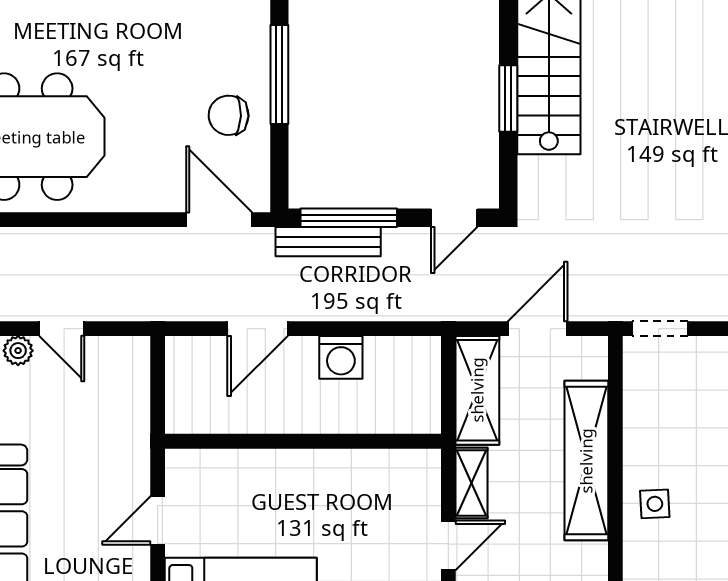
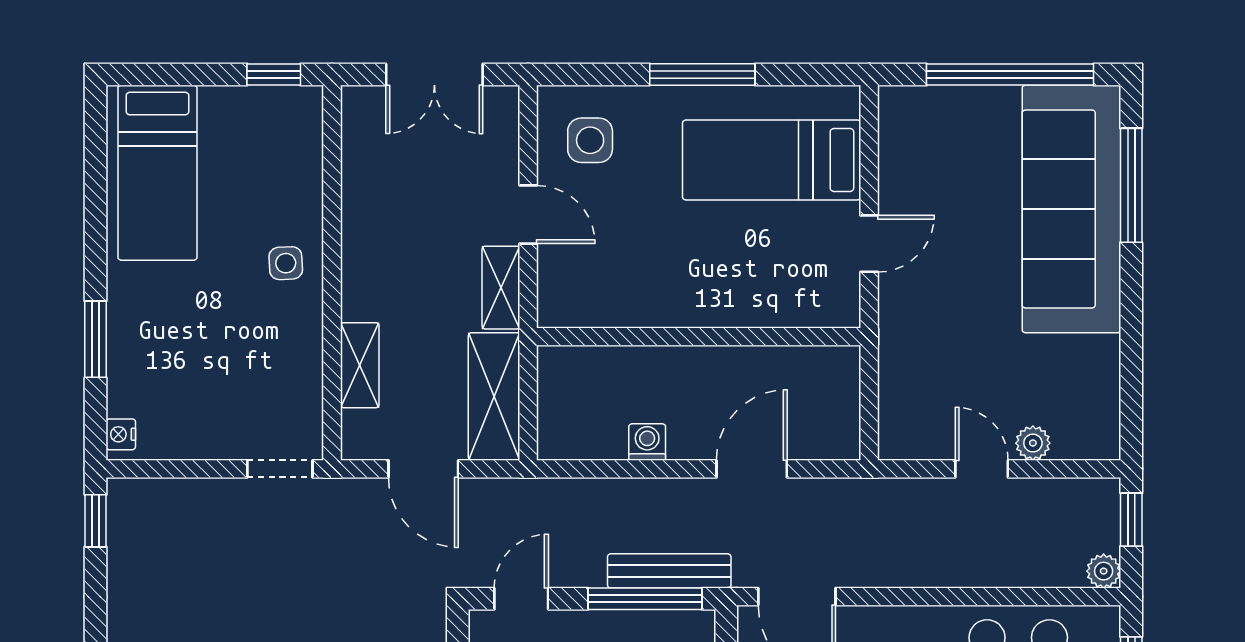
door: (538, 329) -> (423, 469), hinge flipped
washing machine: (341, 357) -> (647, 442), width x0.73, depth x0.73
shelving: (586, 461) -> (360, 365), width x0.45, depth x0.75
door: (448, 545) -> (528, 214), swing flipped

